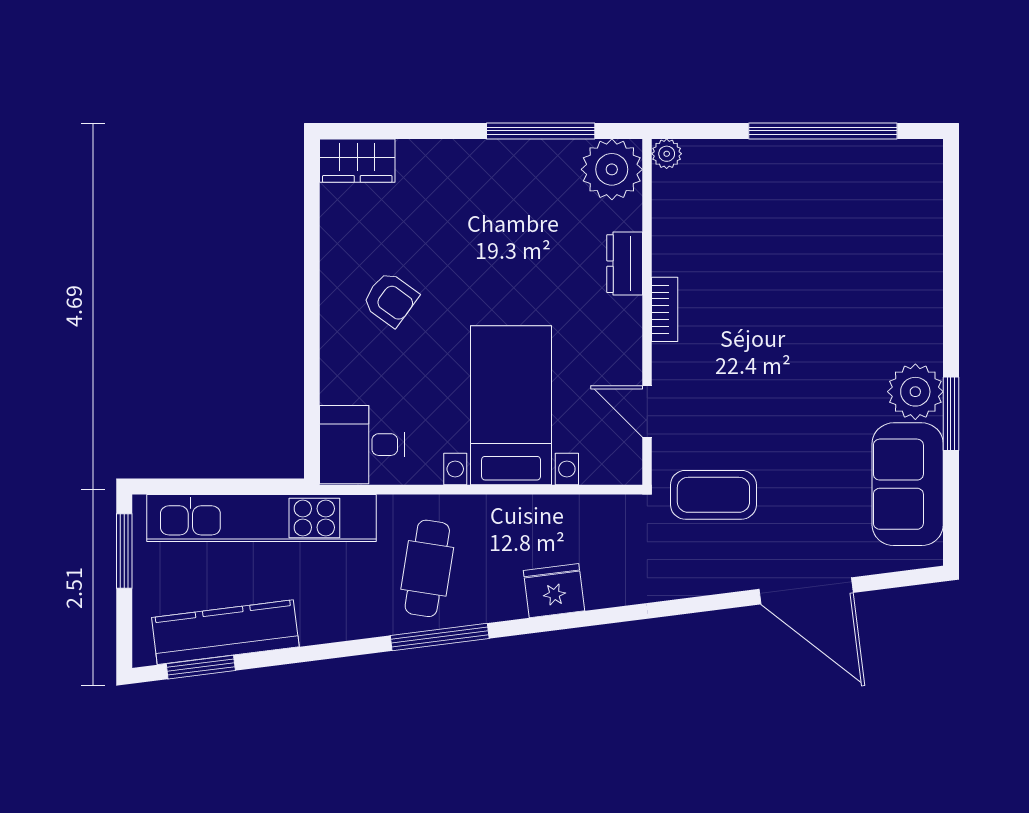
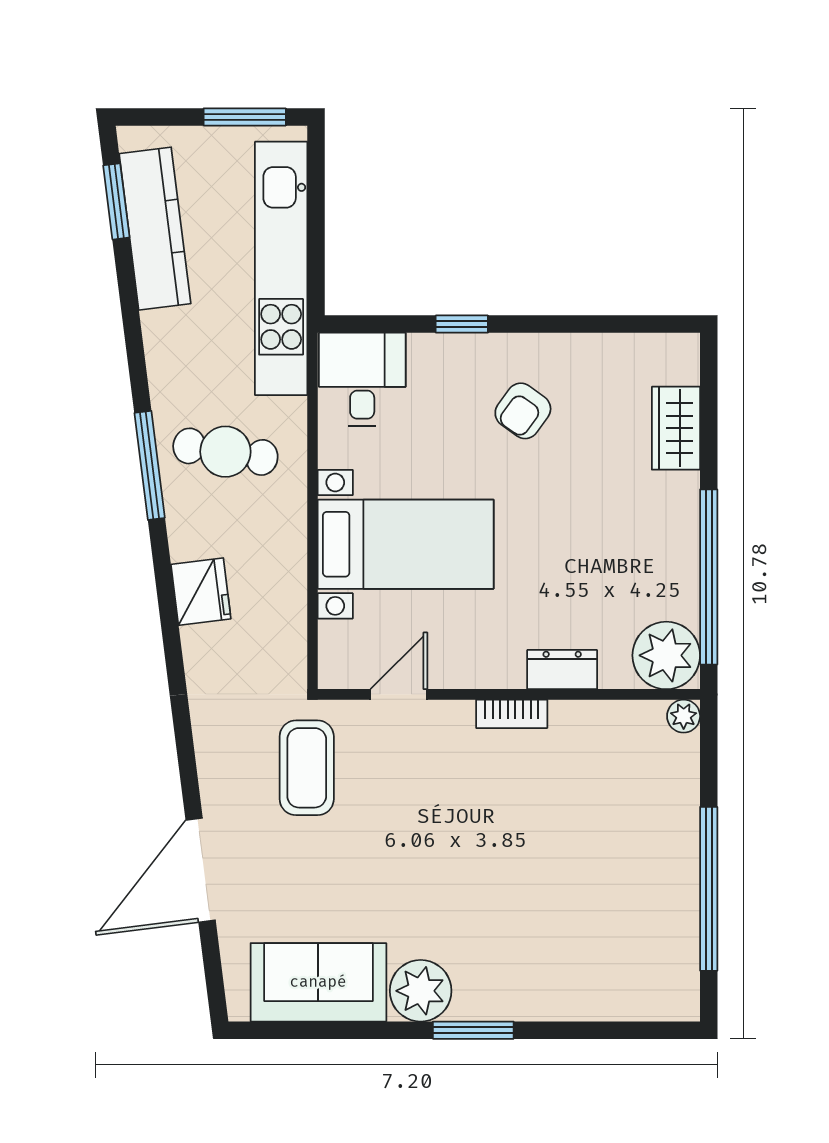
window: (541, 131) -> (709, 577), width x1.46
wardrobe: (357, 161) -> (676, 428), moved
window: (312, 354) -> (462, 324), added
window: (951, 414) -> (473, 1030), moved

